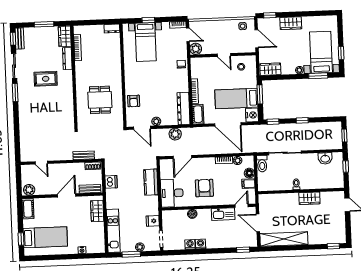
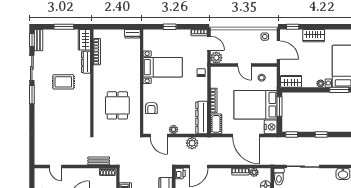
bed with nightstands: (146, 42) -> (163, 67), moved, turned -90
bed: (236, 98) -> (255, 105), width x1.50
printer: (165, 165) -> (180, 173), added

